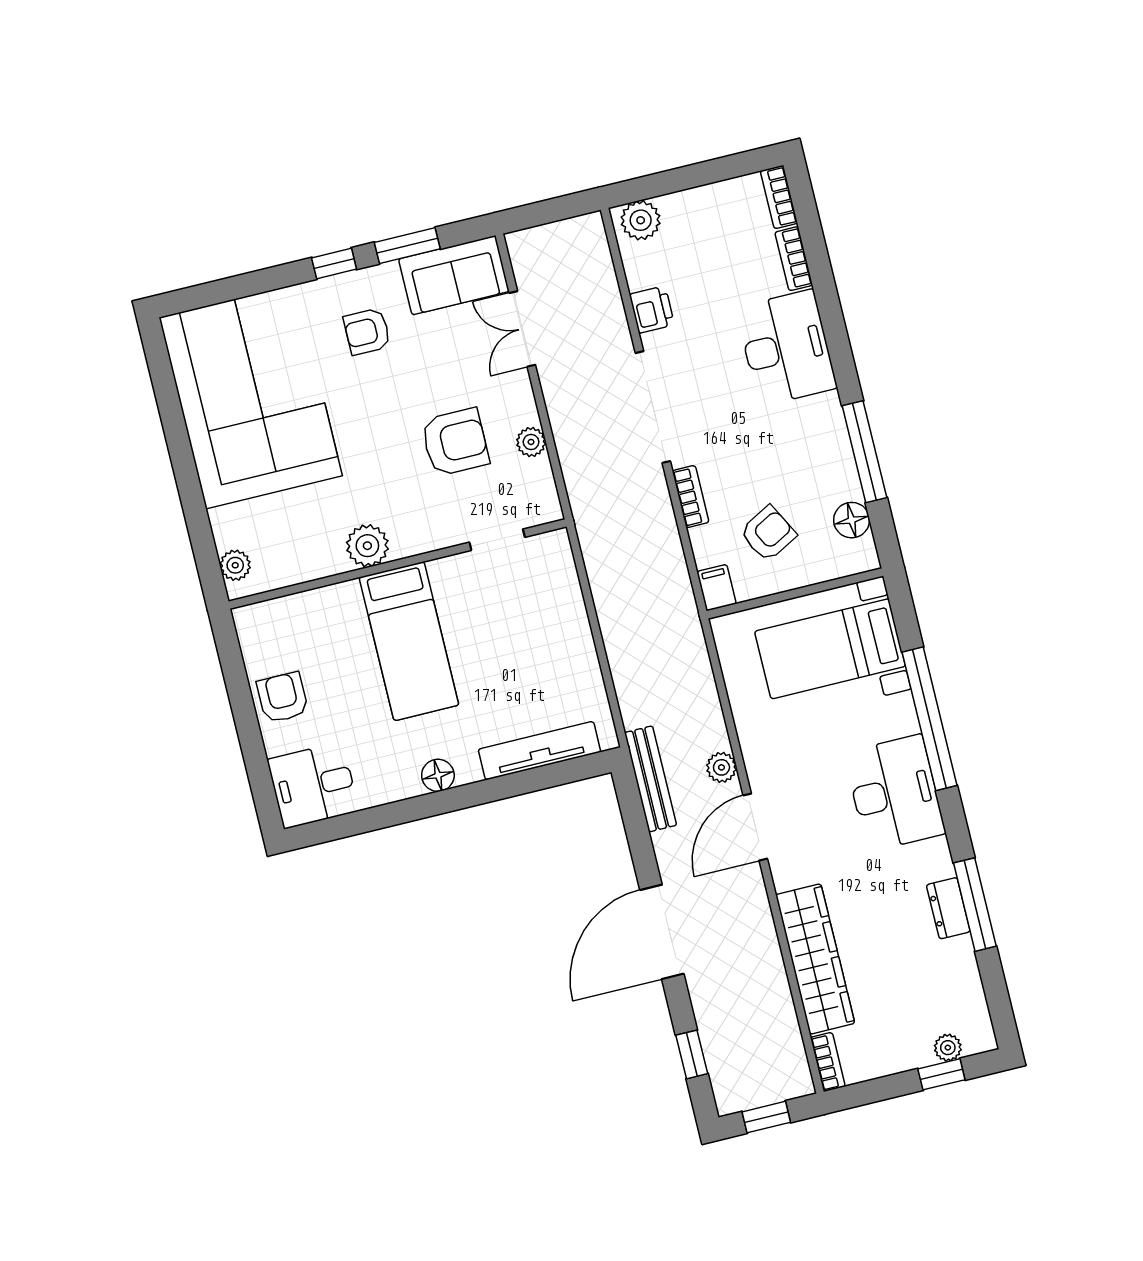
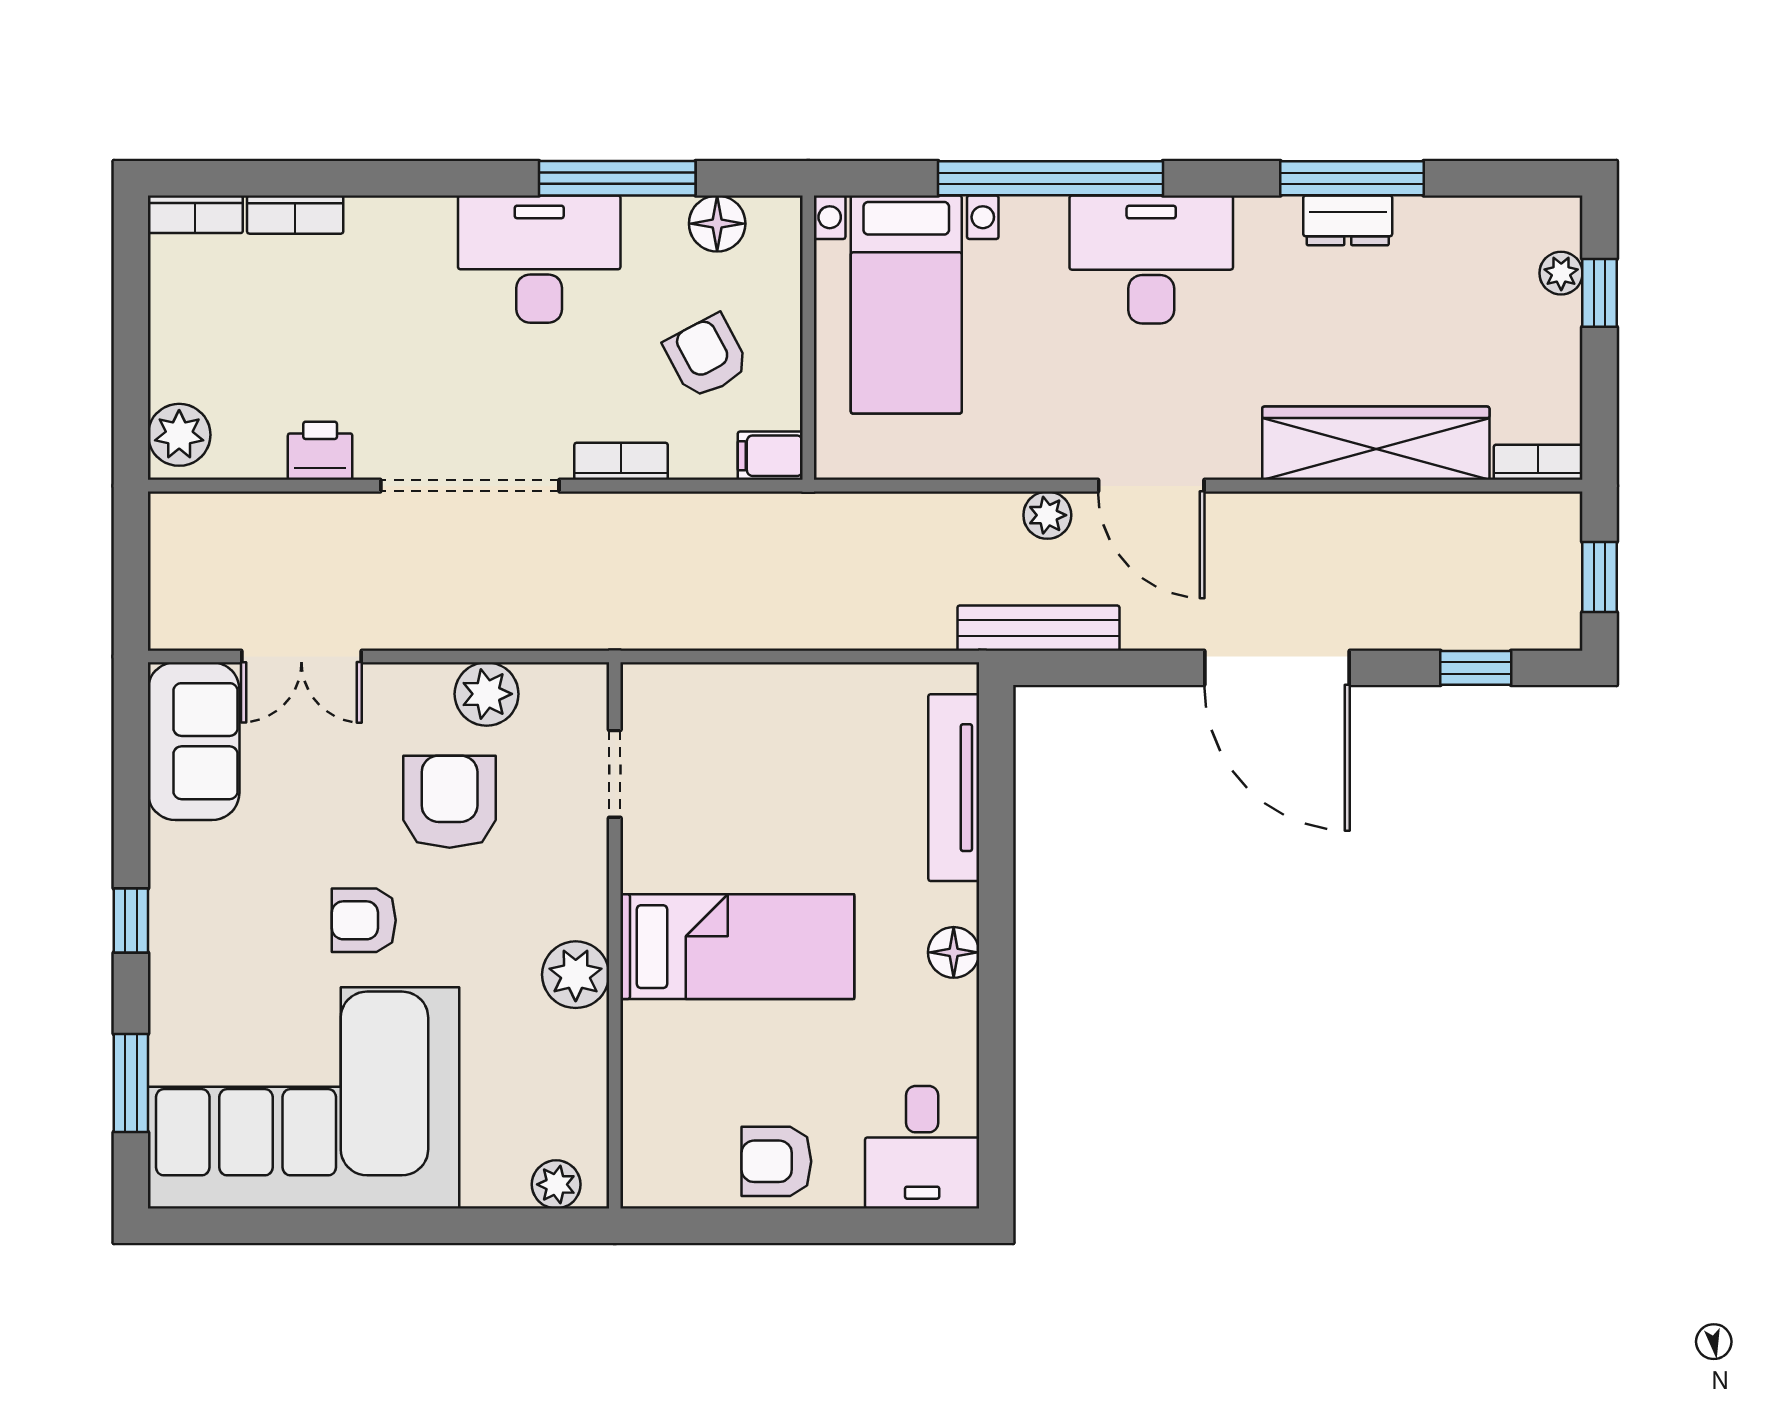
window: (407, 246) -> (131, 1083), moved
armchair: (367, 332) -> (364, 920), moved, turned 90
desk: (786, 348) -> (539, 259), moved
plant: (531, 442) -> (487, 694), width x1.38, depth x1.38

